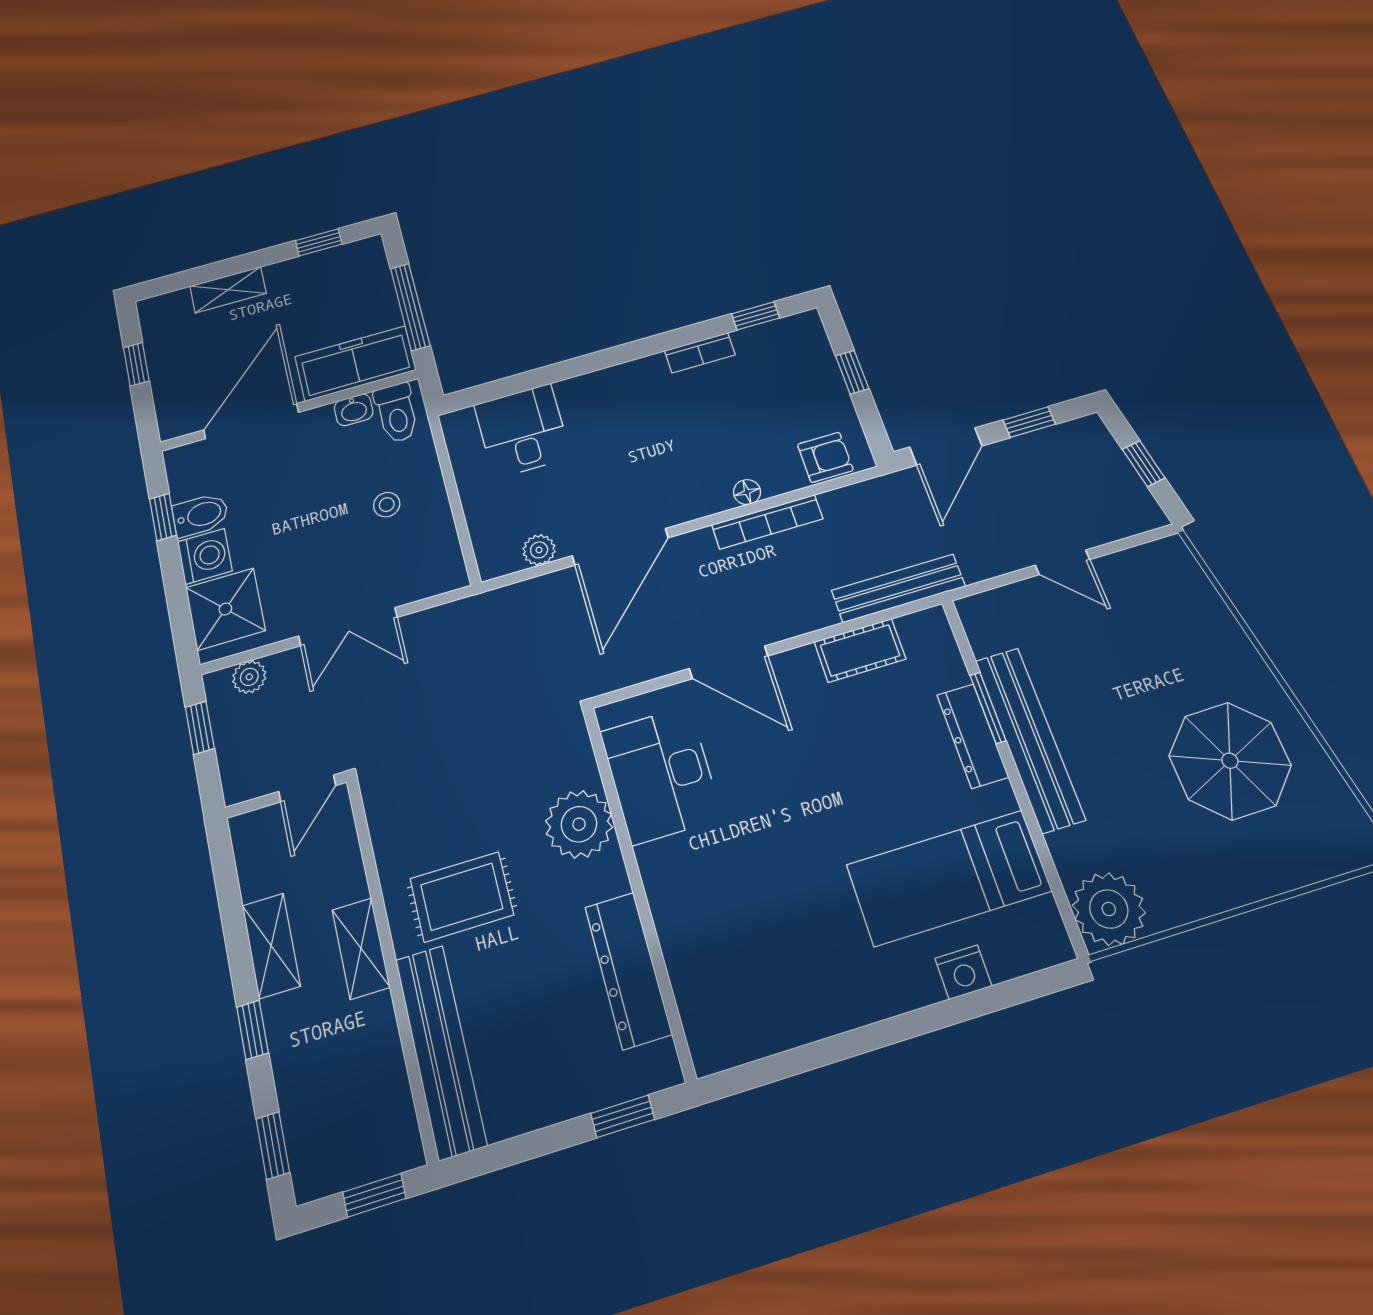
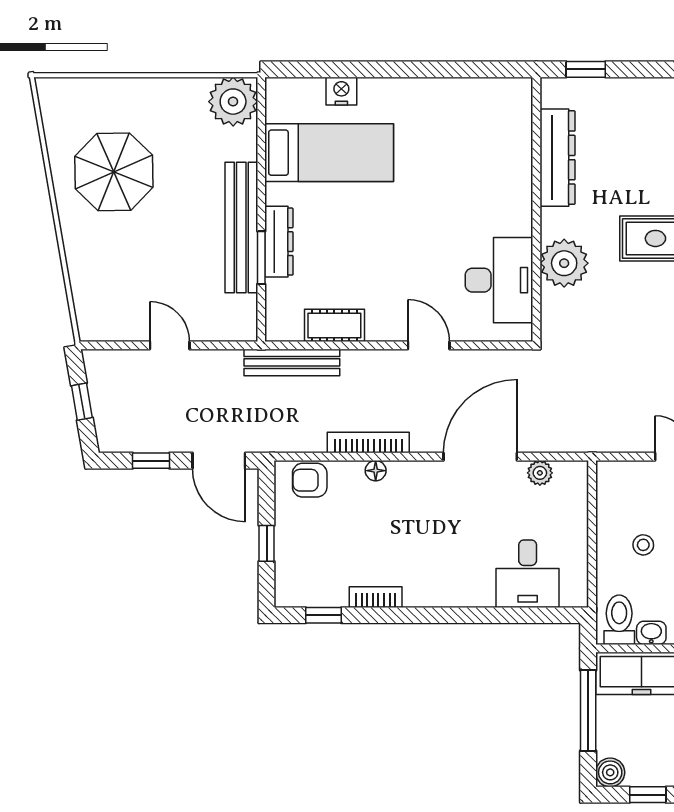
boiler: (368, 252) -> (610, 772), added
door: (946, 446) -> (219, 461), swing flipped
door: (729, 662) -> (429, 345), width x0.73

